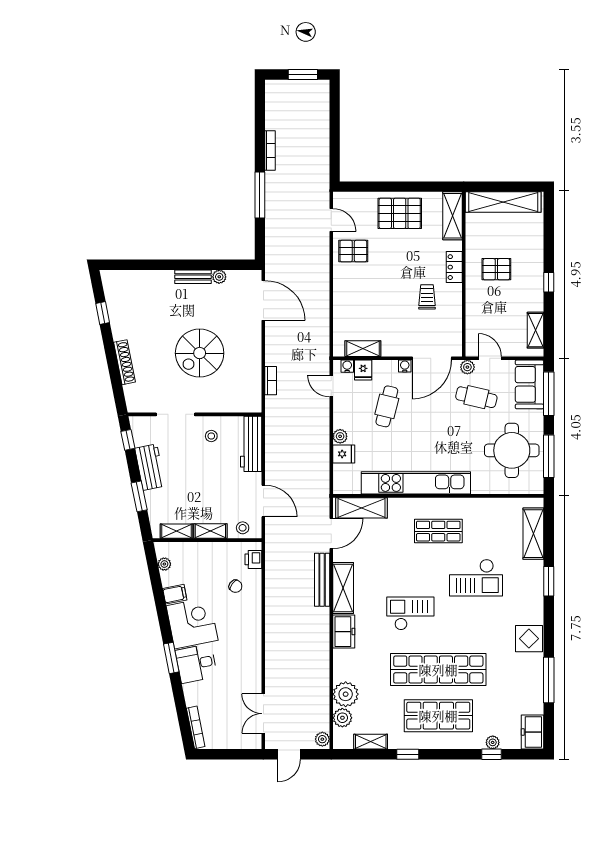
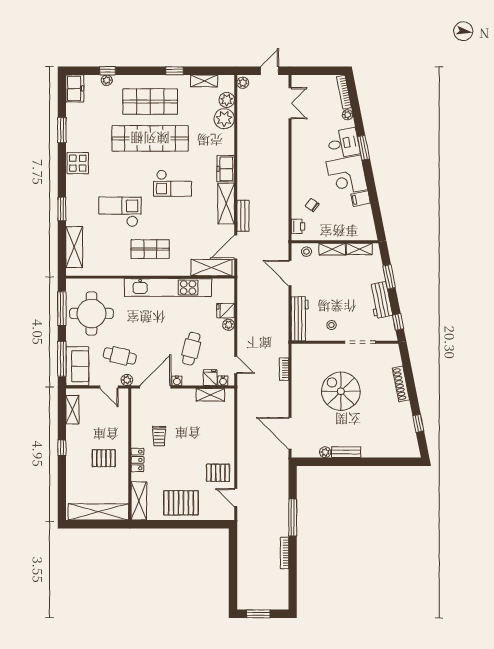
spiral stairs: (200, 353) -> (341, 391), turned -90
plant: (164, 564) -> (347, 115), moved
bench: (322, 580) -> (243, 216), width x0.73
window: (549, 680) -> (62, 130), width x0.69

